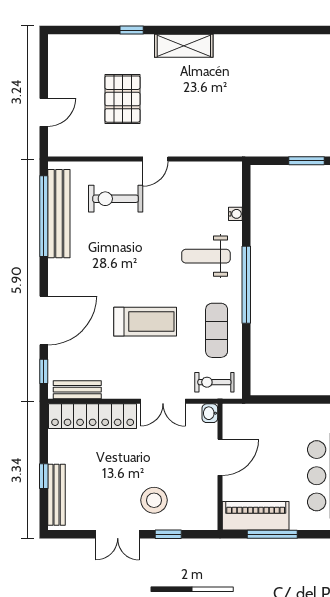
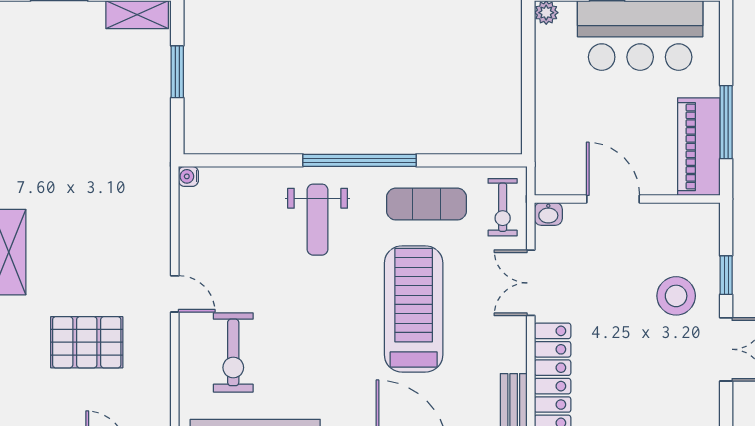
water cooler: (235, 214) -> (188, 176), moved, turned -90
treadmill: (145, 322) -> (414, 309), width x1.37, depth x1.37
double door: (163, 401) -> (531, 283), swing flipped

